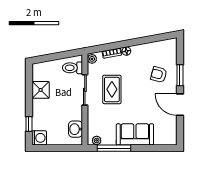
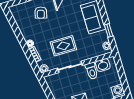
toilet: (72, 68) -> (92, 71), moved
window: (114, 148) -> (109, 30), width x0.46

